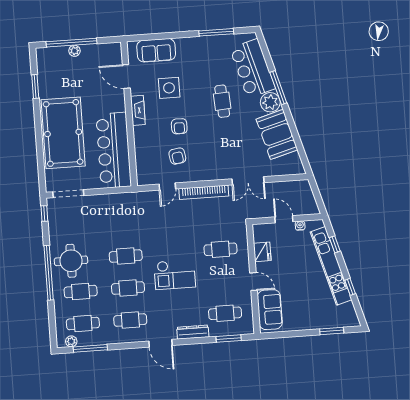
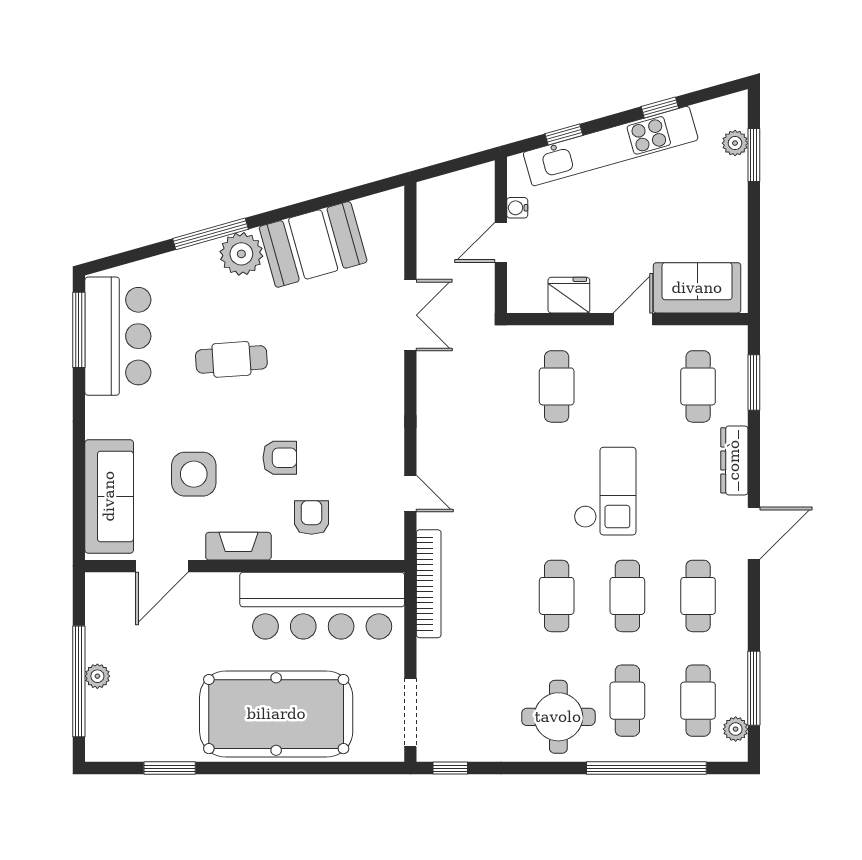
window: (216, 32) -> (79, 330), moved
sofa: (156, 50) -> (109, 496), width x1.36
bar counter: (253, 68) -> (118, 336), moved, turned -74
armchair: (177, 156) -> (312, 517), moved, turned -81
bookcase: (204, 192) -> (429, 584), moved
window: (49, 273) -> (646, 768), moved
plant: (336, 322) -> (735, 143), added

